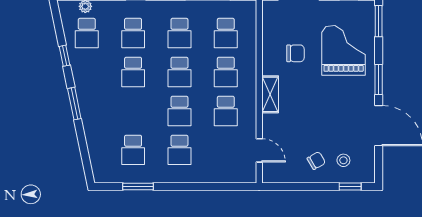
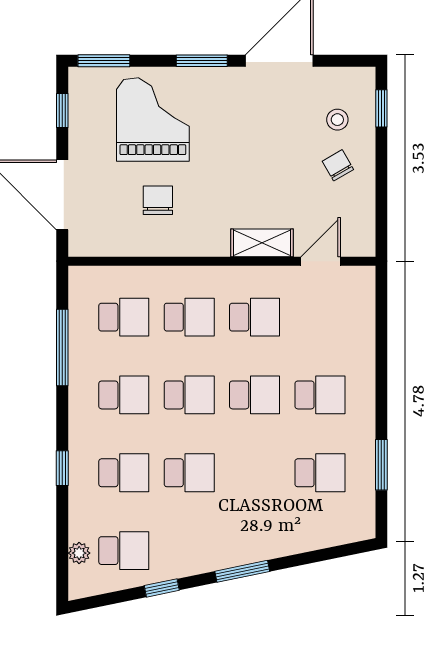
grand piano: (344, 50) -> (153, 120), turned 90
shelving: (270, 94) -> (262, 243), moved

